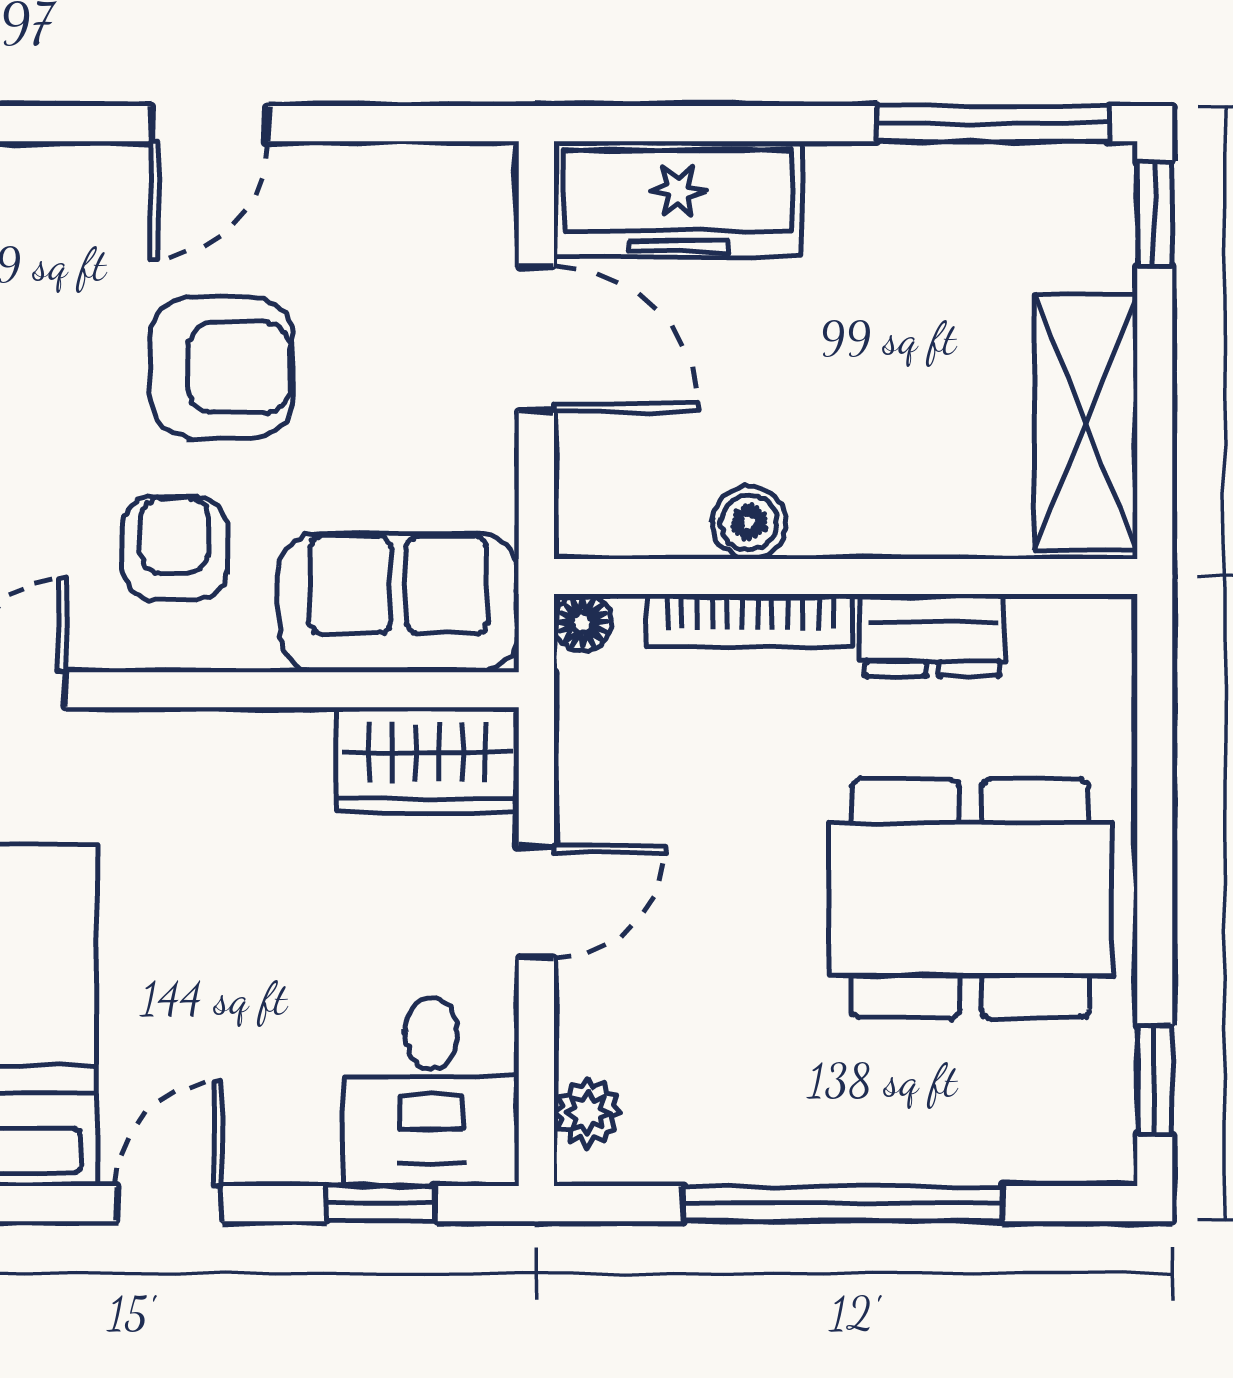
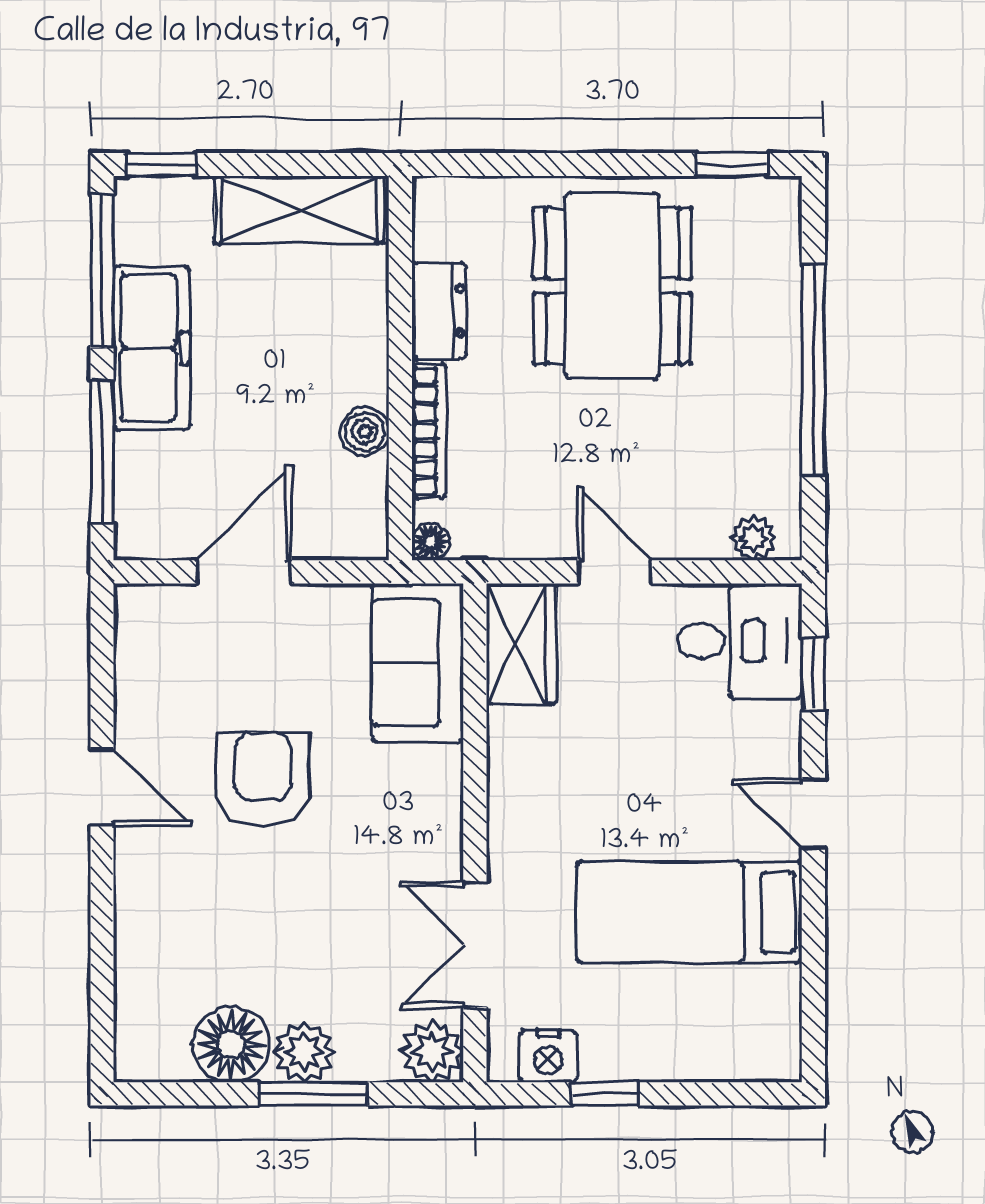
window: (719, 124) -> (102, 452), added
freezer: (678, 199) -> (151, 348), moved
armchair: (175, 548) -> (381, 810), removed

